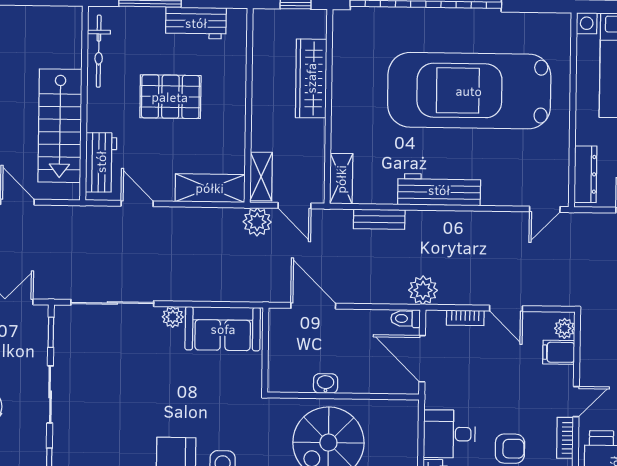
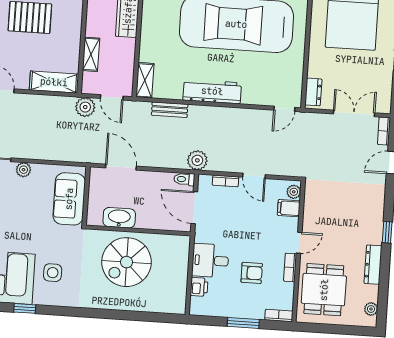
dresser: (585, 174) -> (313, 92), width x0.70
shelving: (261, 176) -> (91, 54), moved
sofa: (223, 329) -> (69, 199), moved, turned 90
washbasin: (326, 383) -> (119, 218), width x1.91, depth x1.45

